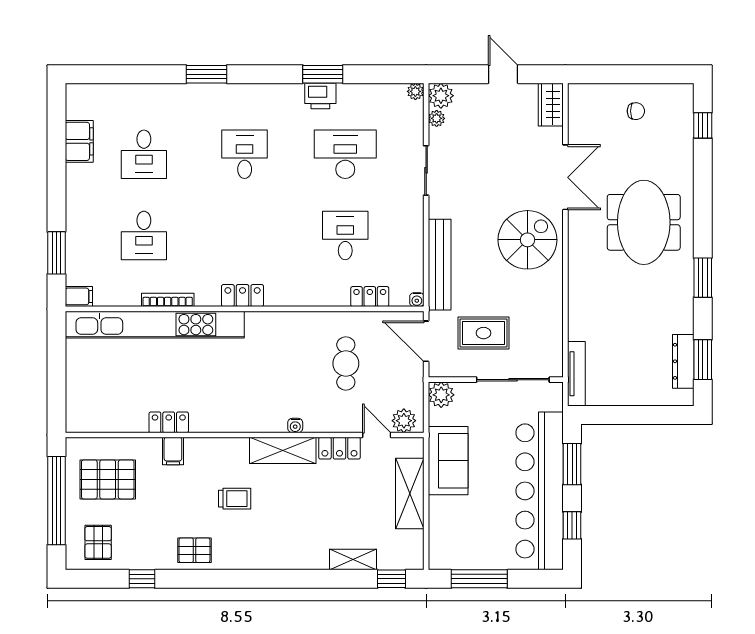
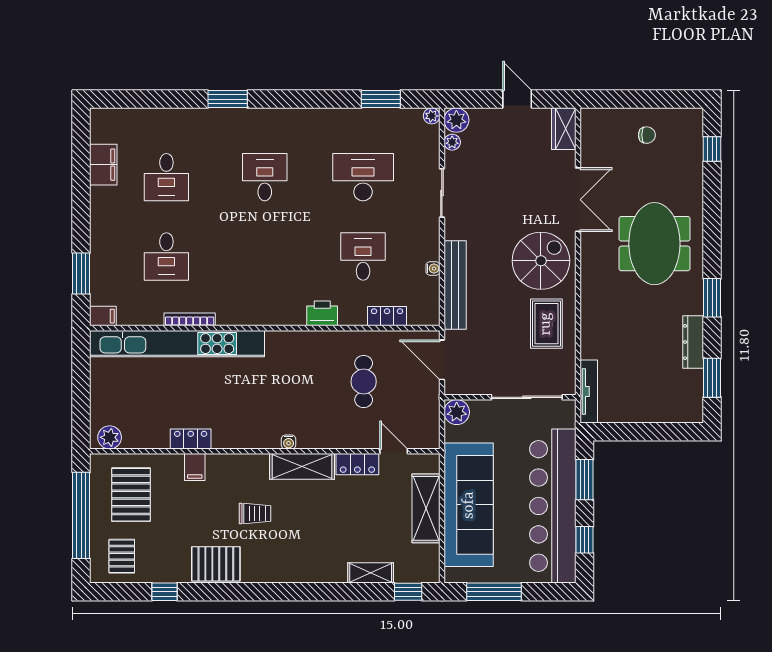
window: (323, 74) -> (381, 99), moved
printer: (320, 96) -> (322, 313), moved, turned 180
locker: (243, 296) -> (263, 315), removed
water cooler: (417, 300) -> (433, 268), moved, turned -90
rug: (484, 333) -> (546, 324), moved, turned 90
dresser: (683, 361) -> (693, 342), moved
plant: (404, 421) -> (110, 437), moved
water cooler: (295, 425) -> (289, 442), moved
sofa: (448, 461) -> (469, 505), width x1.85, depth x1.27
pallet: (108, 479) -> (131, 495), turned 90
pallet: (194, 550) -> (216, 564), width x1.50, depth x1.42

